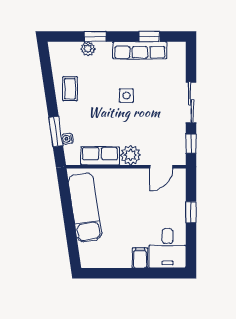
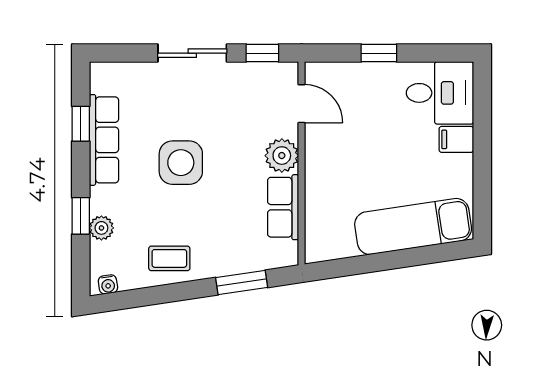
side table: (126, 96) -> (181, 163), width x1.87, depth x1.87
water cooler: (67, 139) -> (108, 284), moved
exam couch: (85, 207) -> (413, 226), moved

